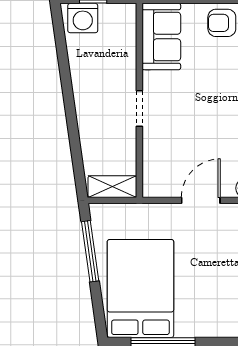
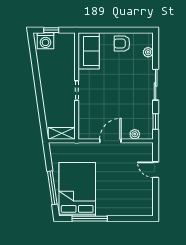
window: (90, 251) -> (52, 188), moved

